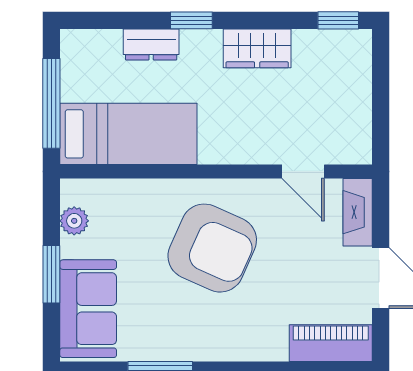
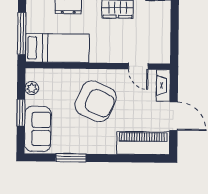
piano: (331, 343) -> (143, 143), width x1.37, depth x1.33

